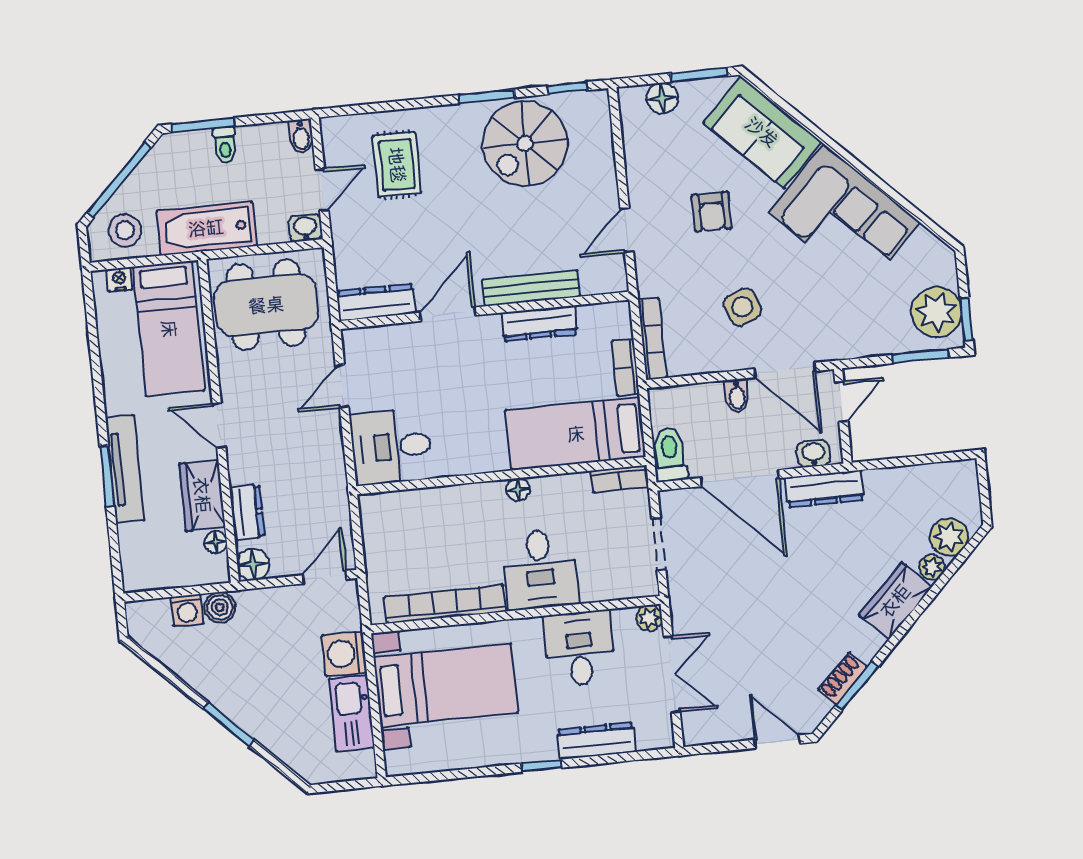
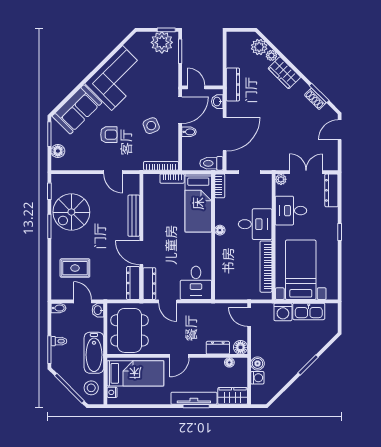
spiral stairs: (525, 143) -> (71, 212), turned 90
dresser: (539, 323) -> (149, 284), moved
dresser: (825, 489) -> (233, 84), moved
wardrobe: (202, 495) -> (233, 396), moved, turned 180
dresser: (597, 741) -> (331, 190), moved

